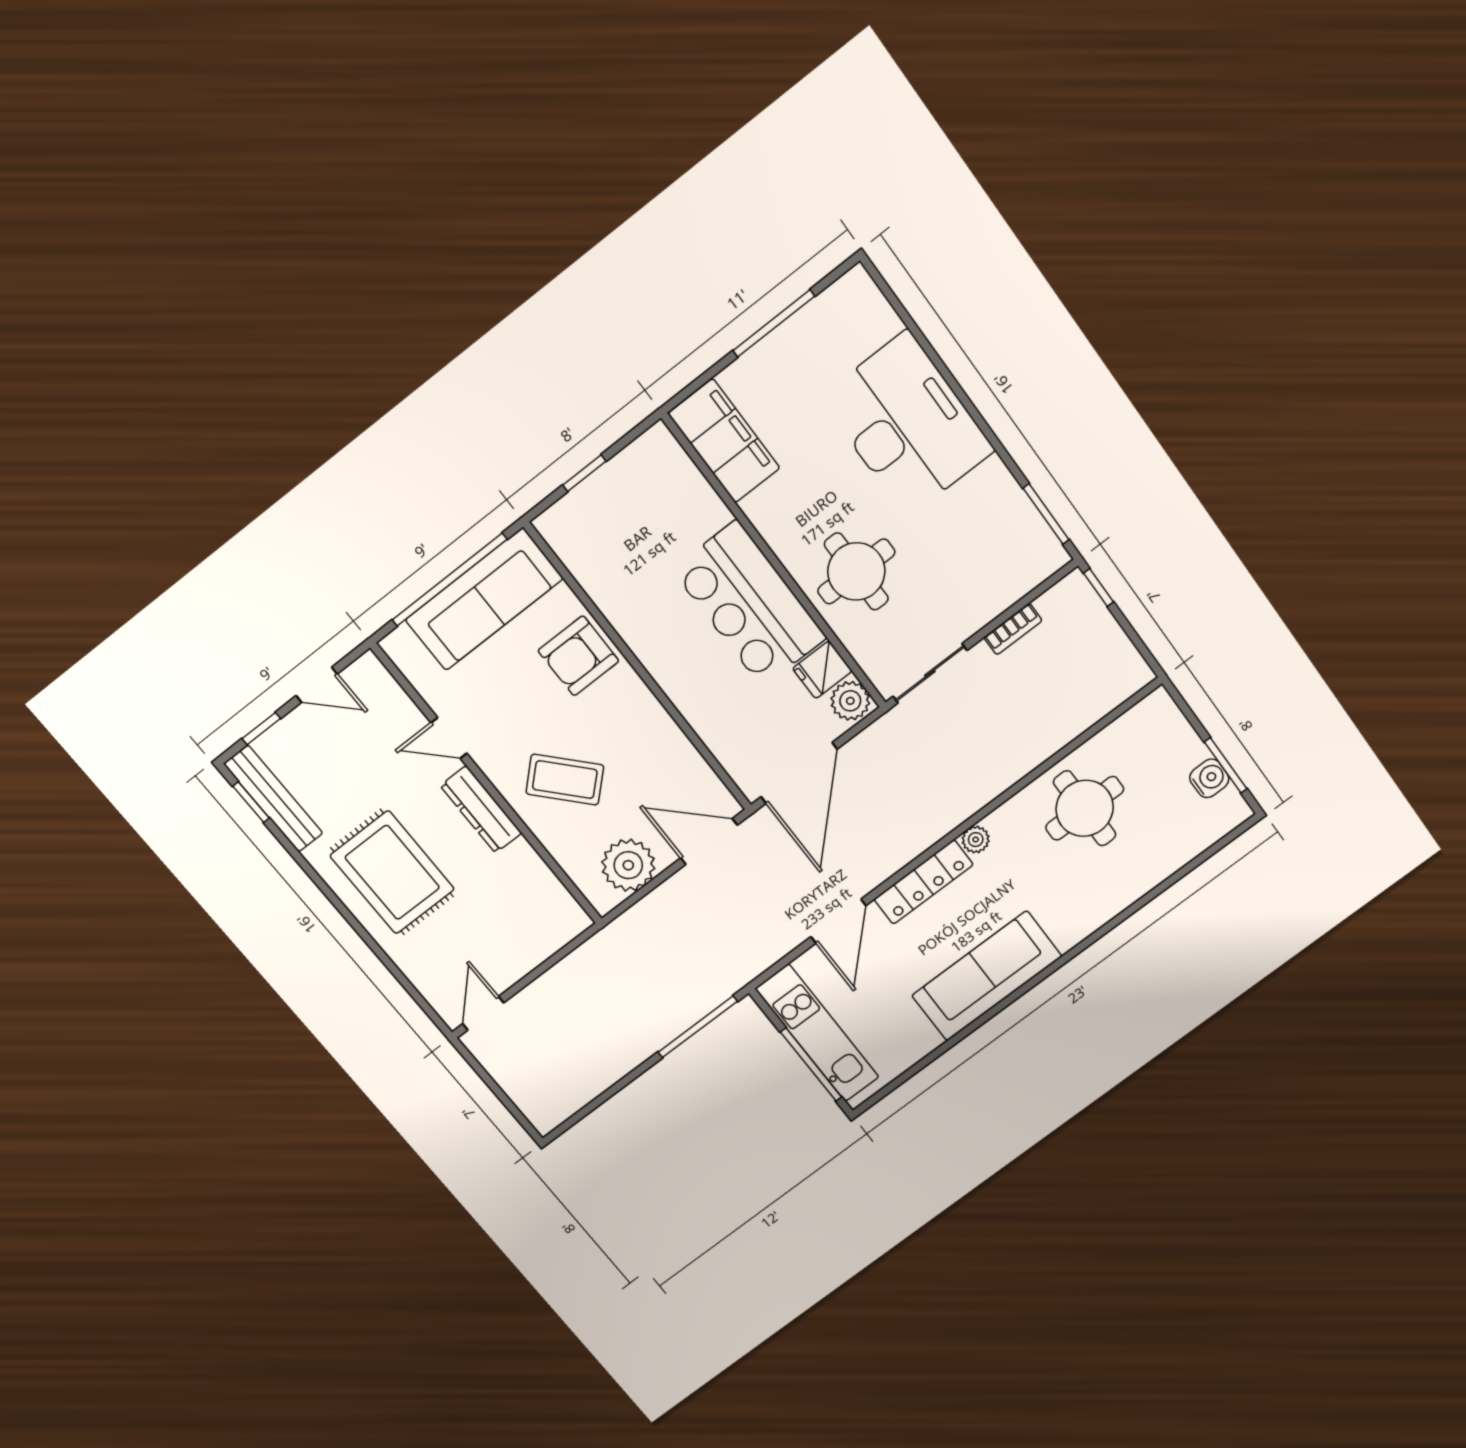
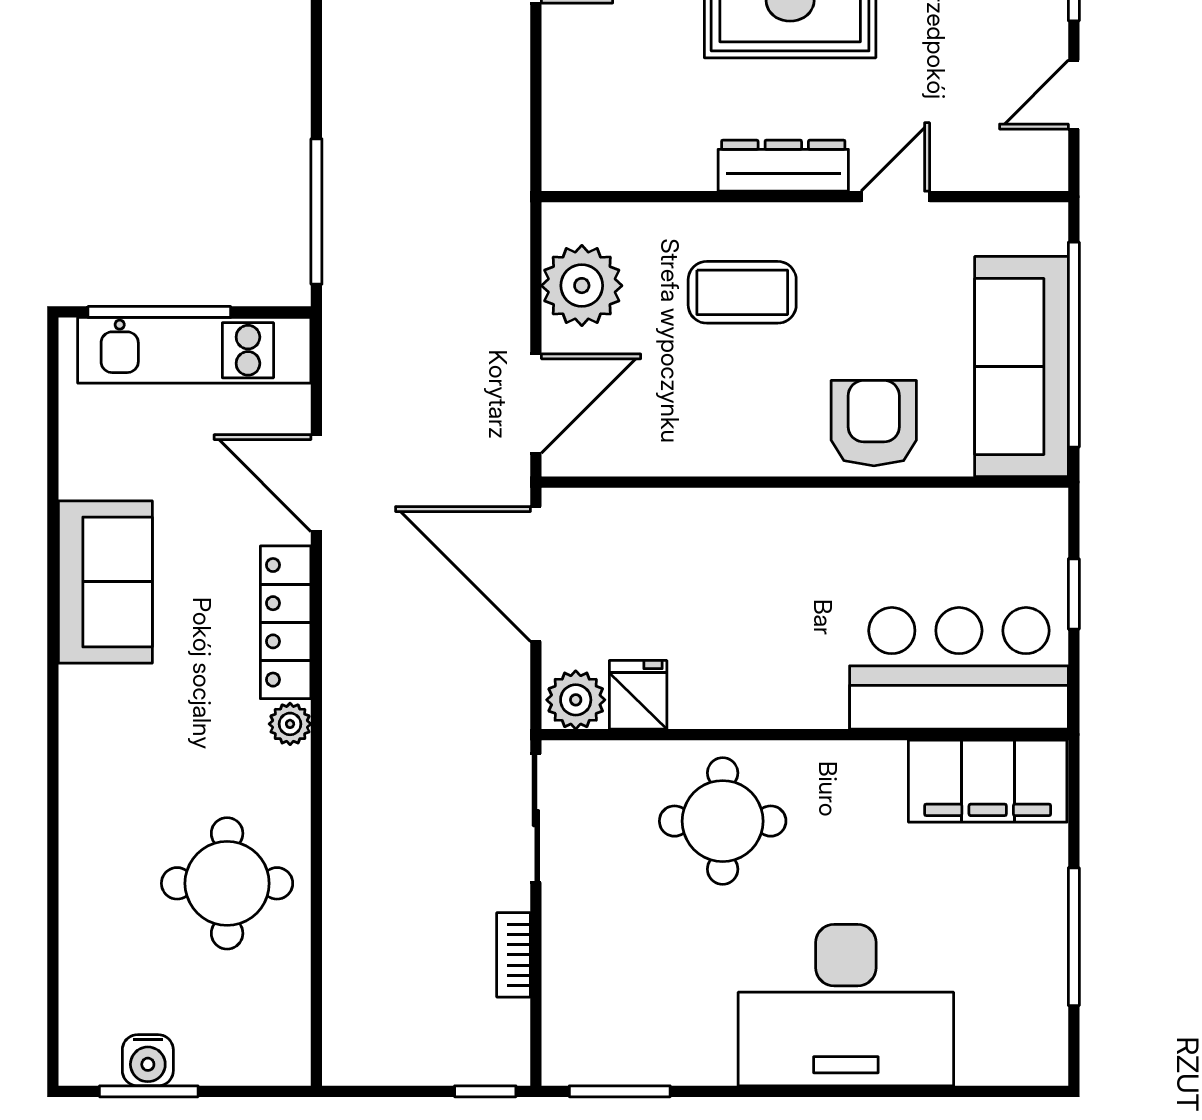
bar counter: (750, 604) -> (959, 668), moved
coffee table: (565, 780) -> (742, 292), turned 43
sofa: (987, 976) -> (105, 582), width x0.73

